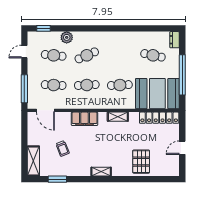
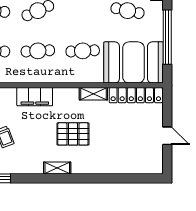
shelving: (118, 117) -> (93, 94), moved
door: (182, 148) -> (167, 136), swing flipped
pallet: (141, 162) -> (73, 134), moved, turned 90

